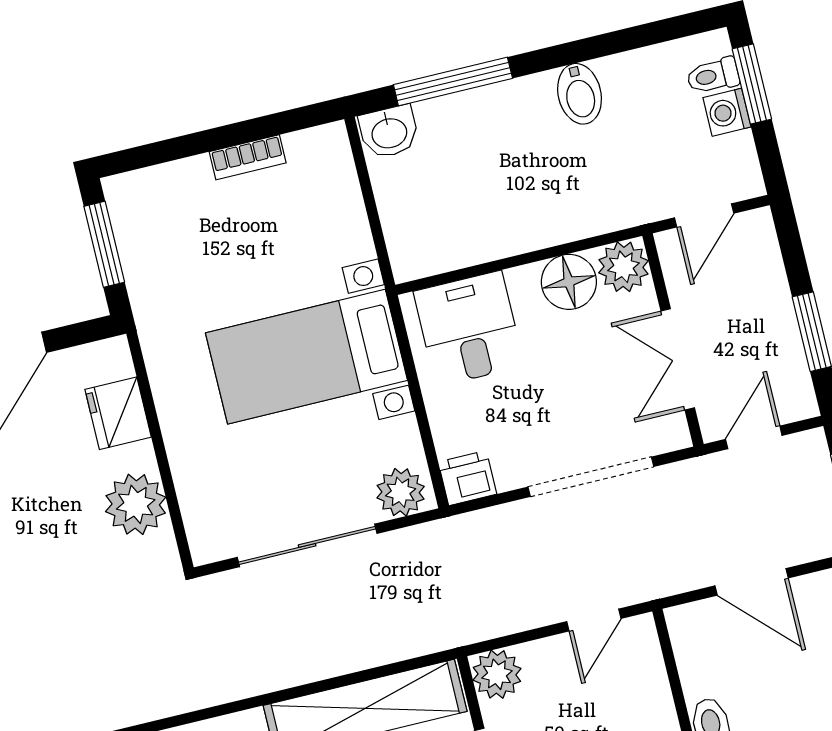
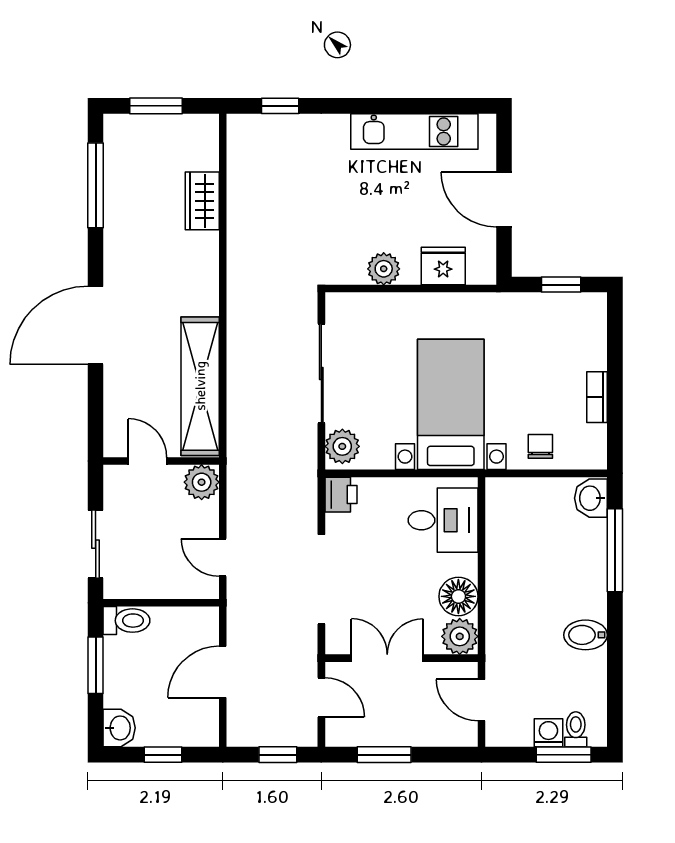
chair: (334, 219) -> (540, 446), added
window: (104, 244) -> (561, 285), width x0.67
plant: (136, 504) -> (384, 269), width x0.73, depth x0.73

